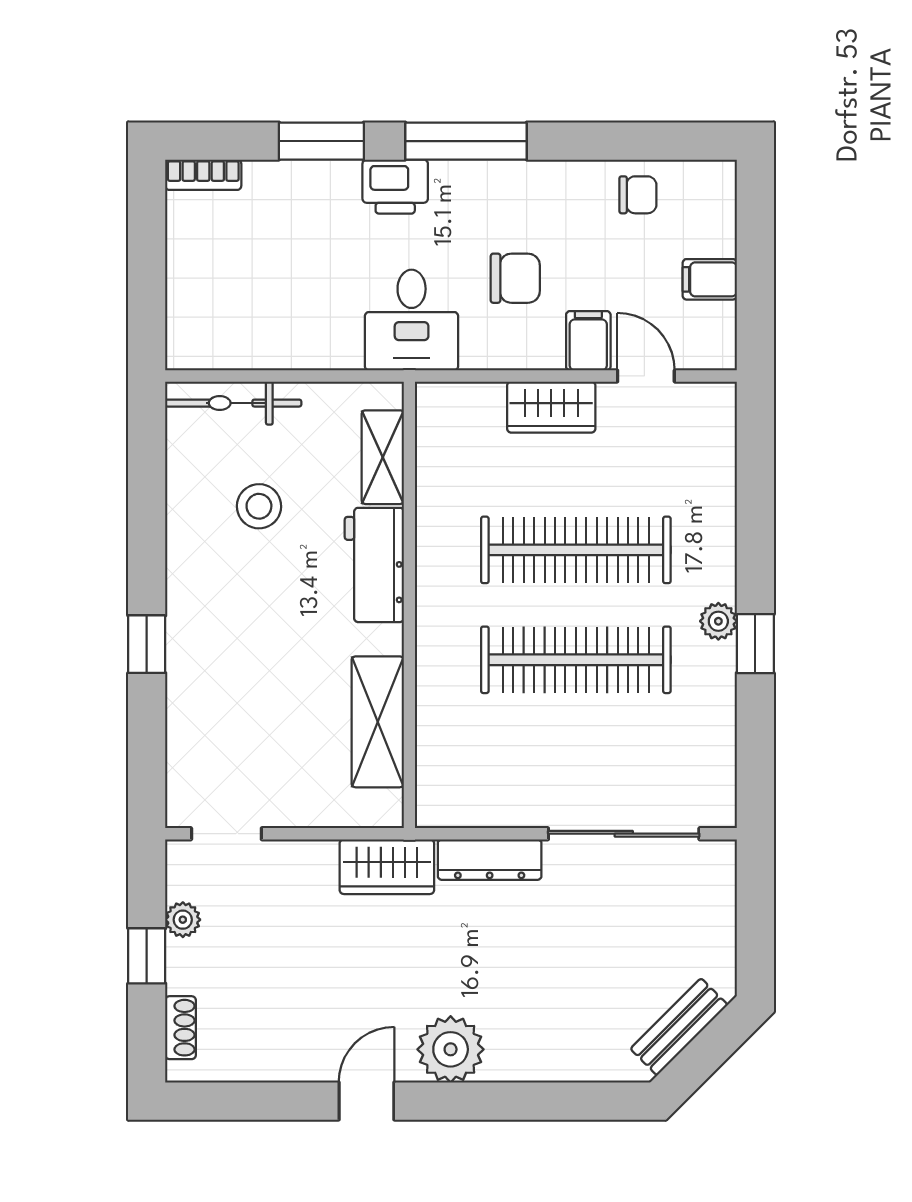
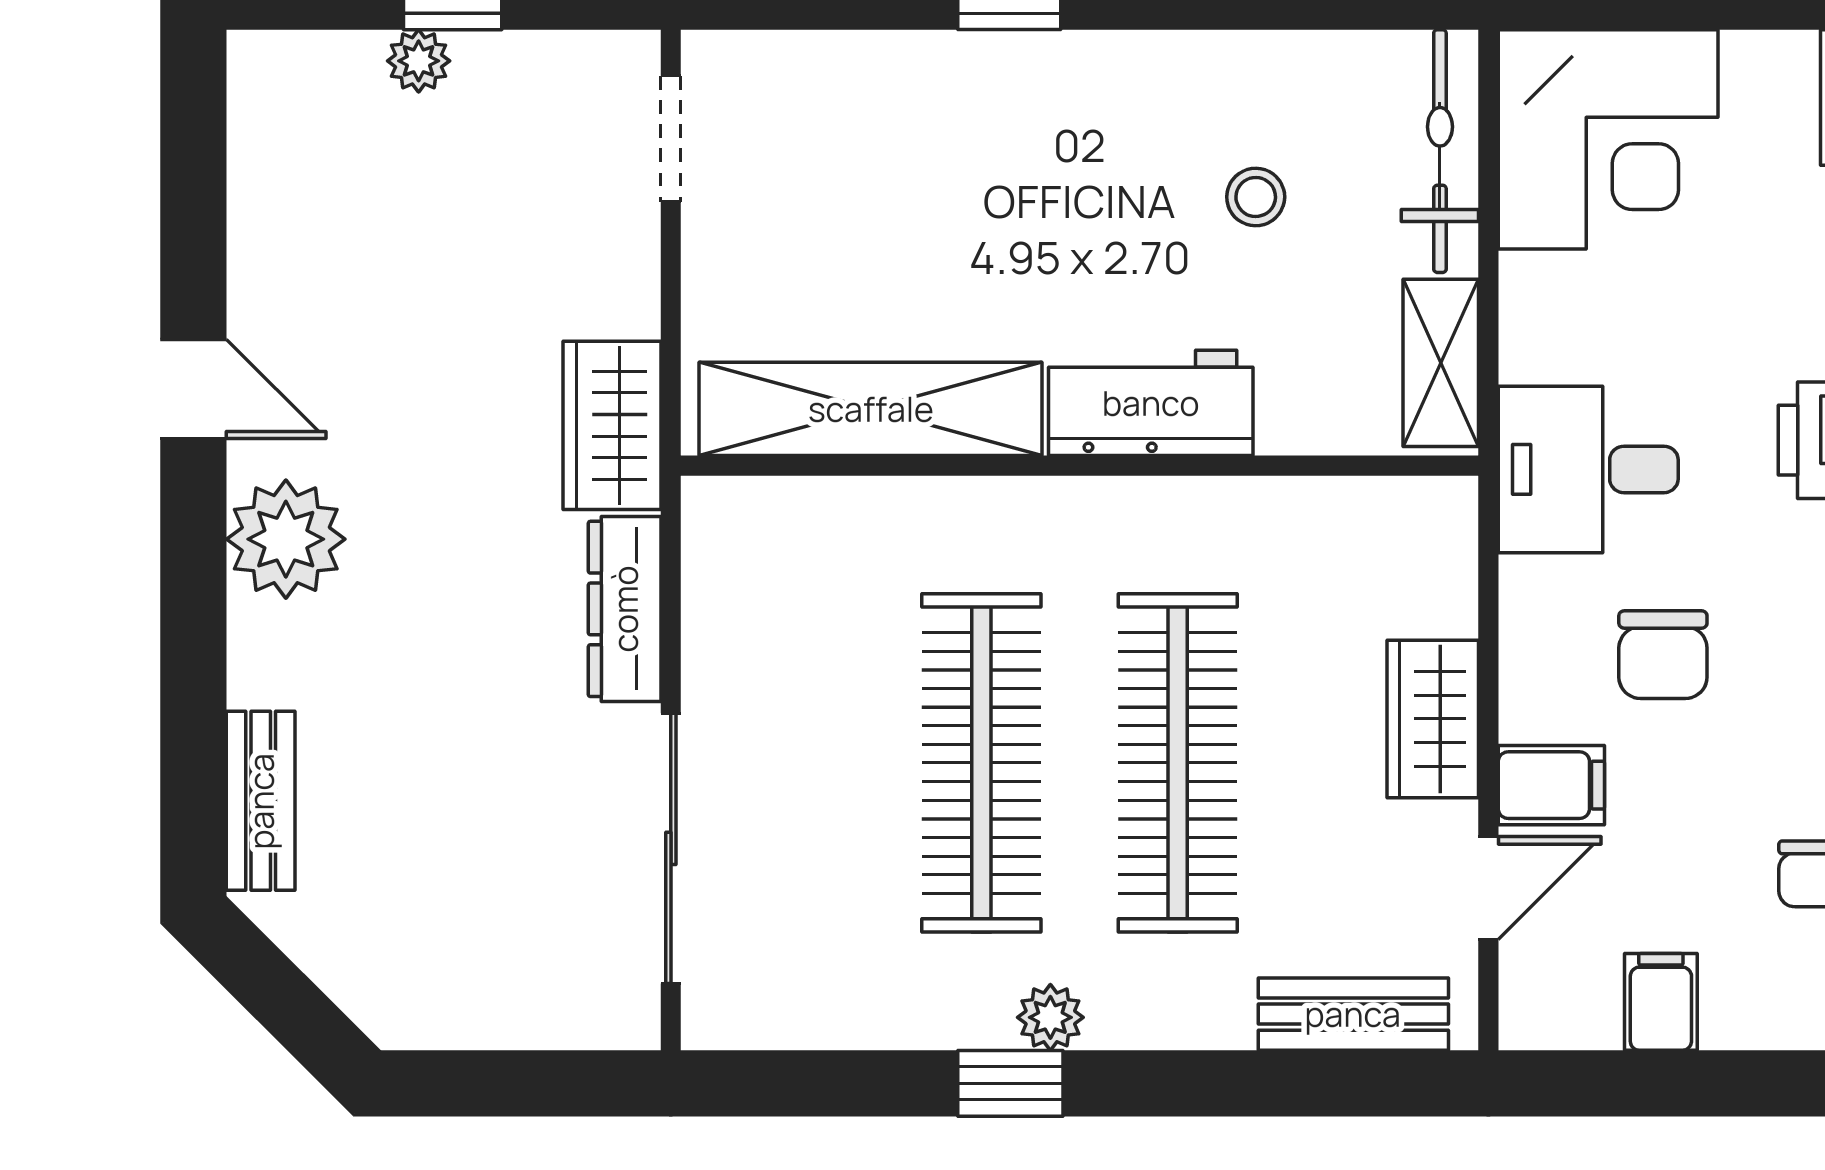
corner desk: (227, 309) -> (1608, 139), added
bench: (716, 452) -> (1353, 1014), added
shelving: (383, 457) -> (1441, 363), moved, turned 90
stool: (259, 506) -> (1256, 197), width x0.73, depth x0.73
shelving: (378, 722) -> (871, 409), width x1.47
plant: (183, 920) -> (419, 61), moved
bench: (679, 1027) -> (261, 801), moved, turned 45
shoe rack: (181, 1028) -> (324, 57), removed

